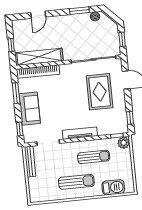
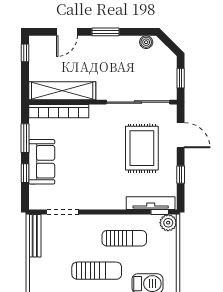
window: (79, 11) -> (105, 32), moved
window: (11, 45) -> (25, 53), moved
window: (130, 118) -> (181, 175), moved
window: (20, 129) -> (25, 173), moved
tv unit: (80, 133) -> (151, 203), moved

